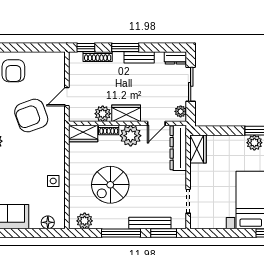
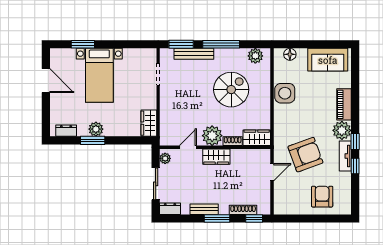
plant: (103, 114) -> (238, 156), removed
dresser: (178, 148) -> (167, 124), removed
side table: (53, 181) -> (285, 93), width x1.87, depth x1.87

